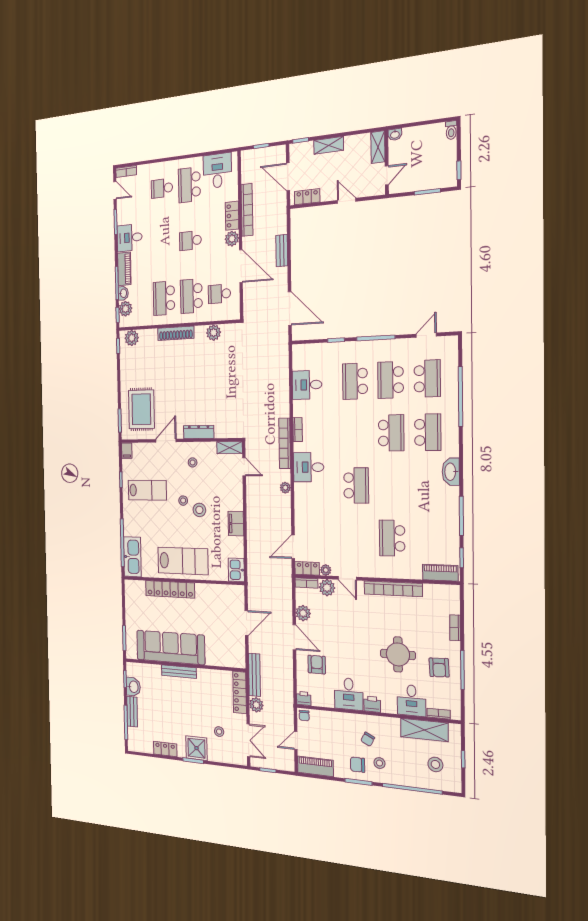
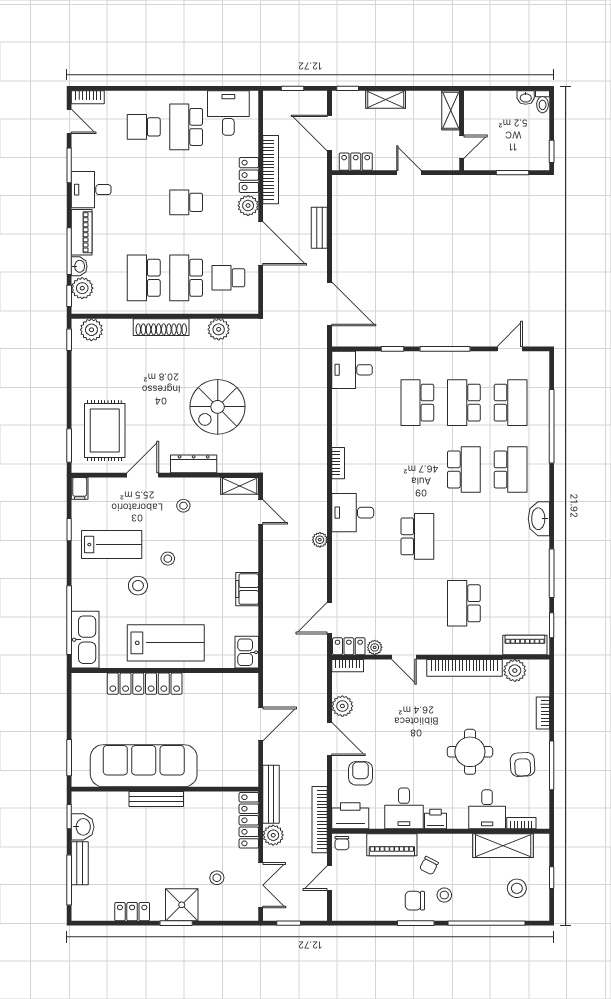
washbasin: (395, 134) -> (526, 98), moved
desk: (307, 385) -> (352, 370), moved
spiral stairs: (214, 390) -> (218, 407), added
bookcase: (285, 443) -> (320, 820), moved
stool: (199, 510) -> (138, 586), moved
plant: (327, 588) -> (515, 671), moved
printer: (304, 698) -> (350, 816), width x1.87, depth x1.48
piano: (315, 766) -> (392, 845), moved, turned 180

